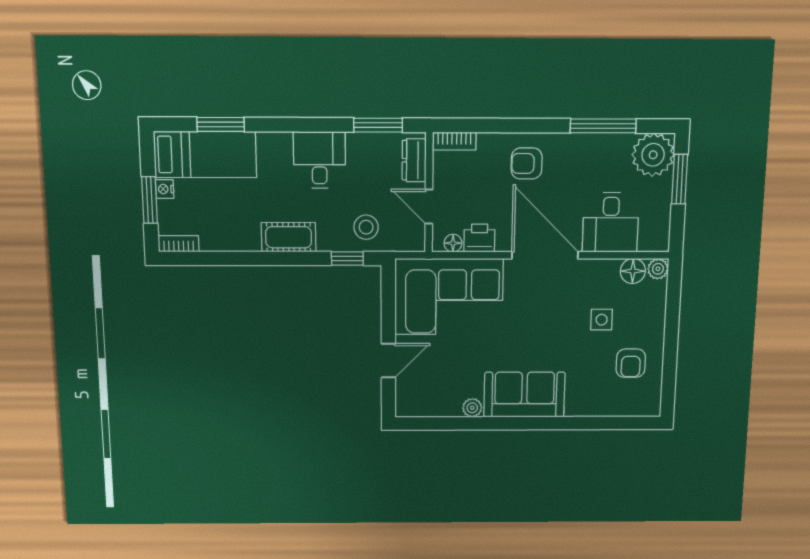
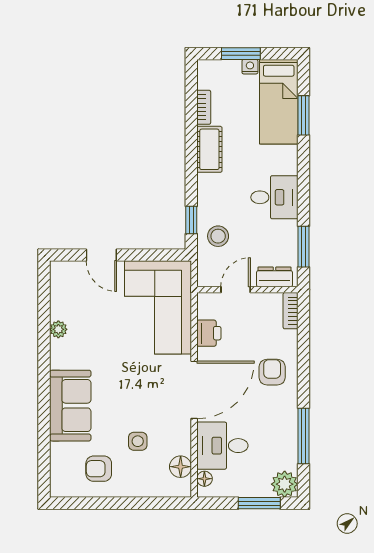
plant: (653, 155) -> (285, 484), width x0.73, depth x0.73
cot: (289, 237) -> (209, 149), moved
floor lamp: (453, 243) -> (204, 479), moved
bookcase: (179, 244) -> (204, 107), moved
plant: (658, 269) -> (182, 488), removed
sofa: (524, 395) -> (70, 406), moved

